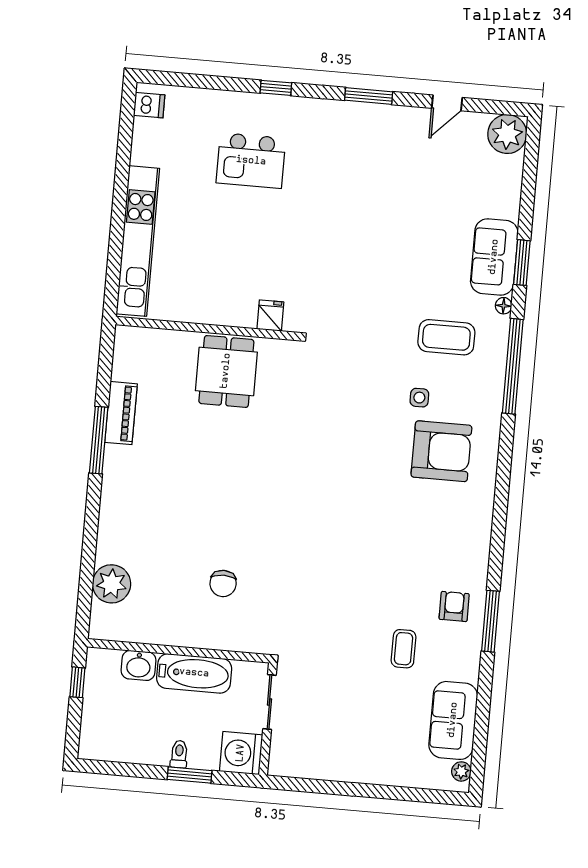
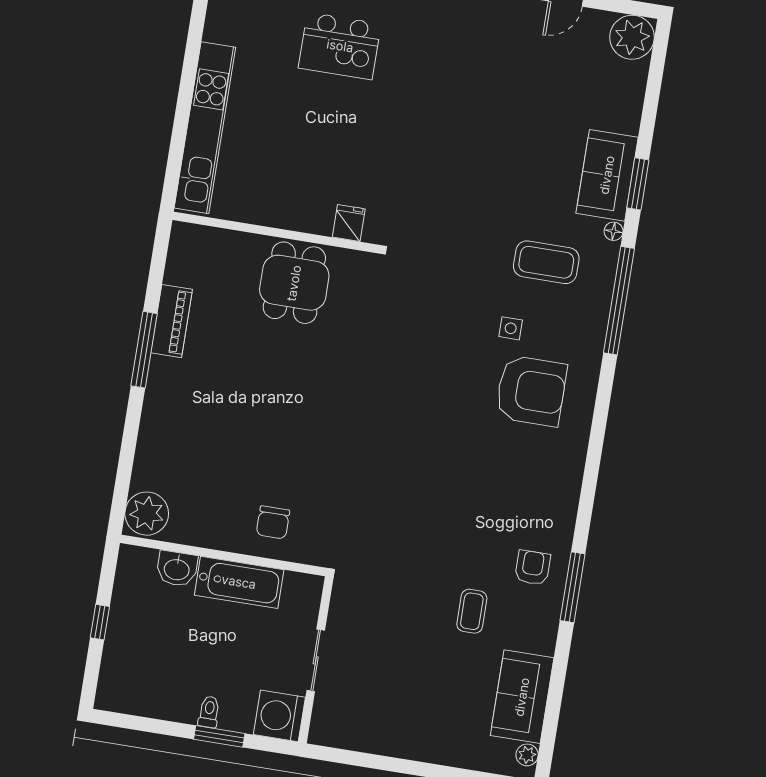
wall: (178, 651) -> (223, 555), moved
washbasin: (138, 665) -> (177, 569), moved
bathtub: (194, 673) -> (239, 582), moved

